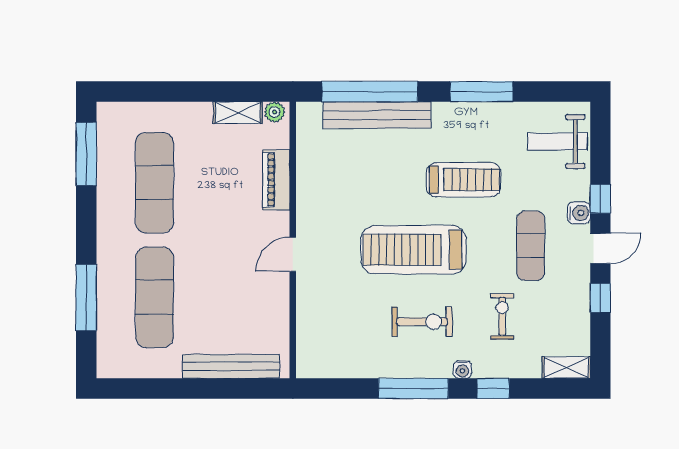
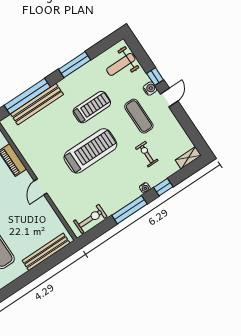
treadmill: (414, 250) -> (90, 151), turned 180
window: (600, 298) -> (183, 119), removed
exercise bike: (422, 322) -> (90, 219), moved

